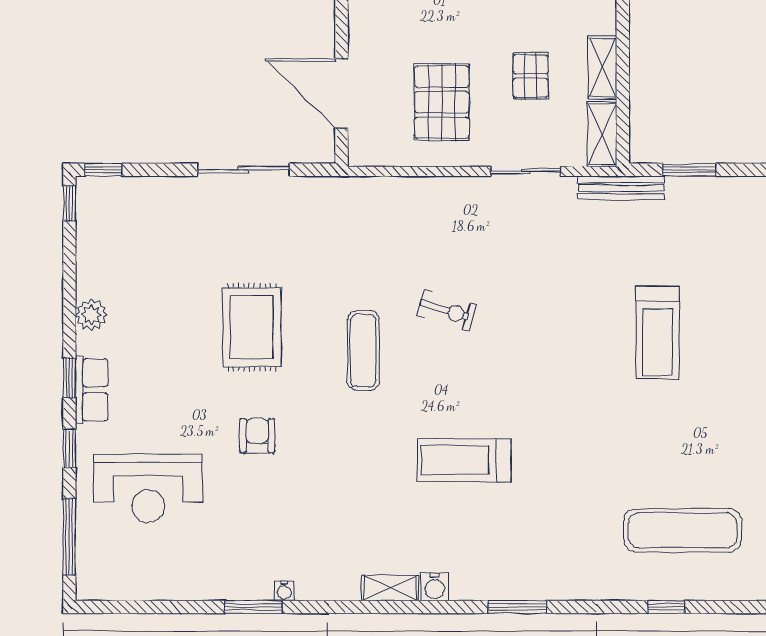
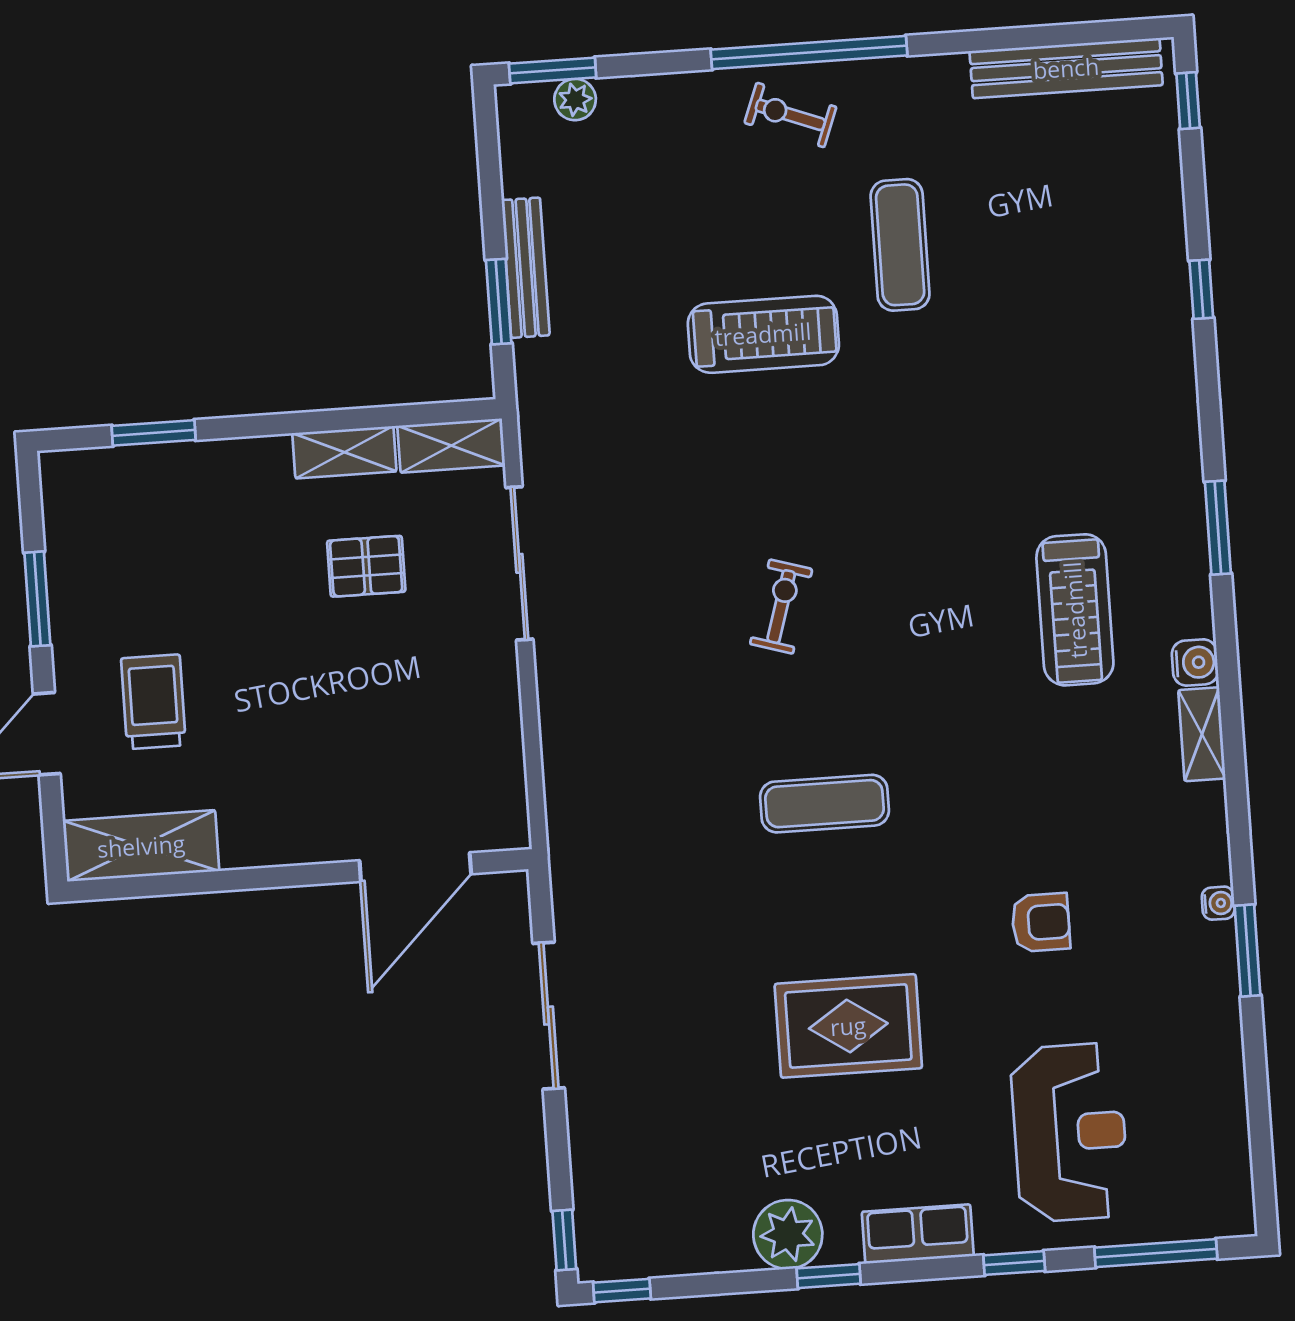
pallet: (442, 102) -> (418, 706), removed
sliding door: (526, 171) -> (519, 563), width x1.37
bench: (621, 188) -> (526, 268), moved
exercise bike: (447, 310) -> (781, 607), moved
plant: (91, 315) -> (788, 1234), width x1.36, depth x1.36
rug: (252, 327) -> (848, 1026), moved
window: (69, 378) -> (829, 1276), moved
armchair: (257, 436) -> (1041, 922), moved, turned 180
treadmill: (464, 460) -> (1075, 610), moved
exercise mat: (683, 530) -> (900, 245), moved, width x0.73, depth x0.69

